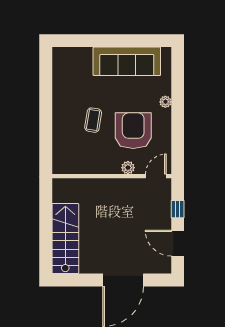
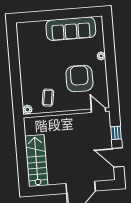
coffee table: (93, 120) -> (48, 98), moved
plant: (128, 168) -> (27, 110), moved
door: (156, 176) -> (98, 110), hinge flipped

